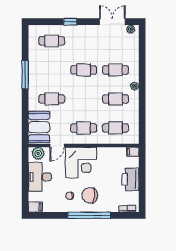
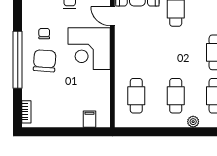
cafe table: (84, 128) -> (136, 52), removed
filing cabinet: (133, 152) -> (89, 119), moved
printer: (130, 179) -> (66, 116), removed

